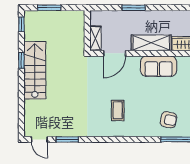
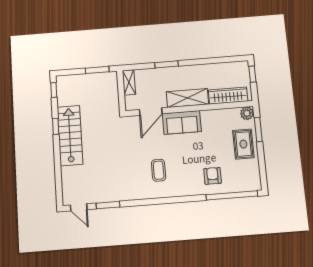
window: (49, 8) -> (97, 70), moved
shelving: (95, 38) -> (129, 82), moved
sofa: (159, 66) -> (182, 122), moved
armchair: (168, 120) -> (213, 176), turned -101

